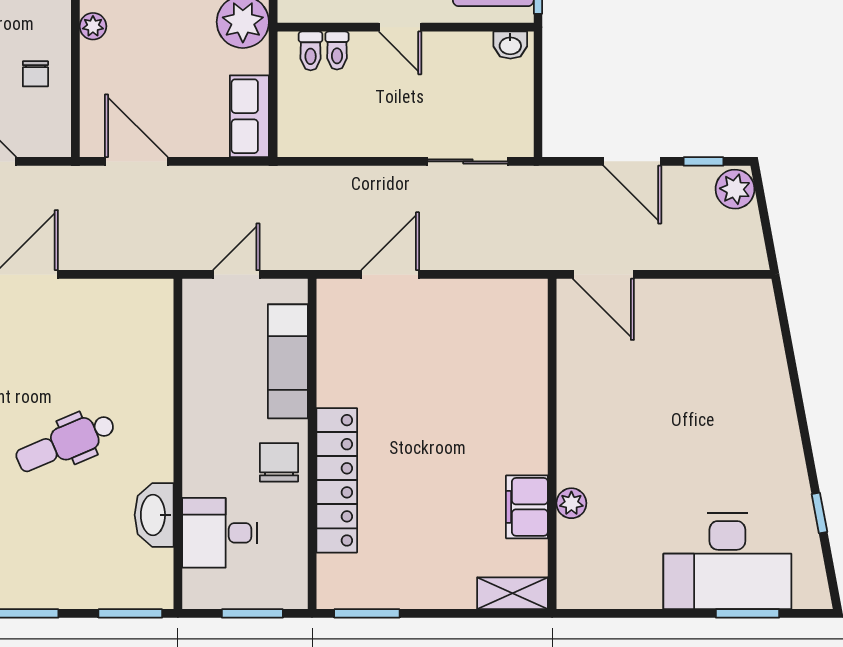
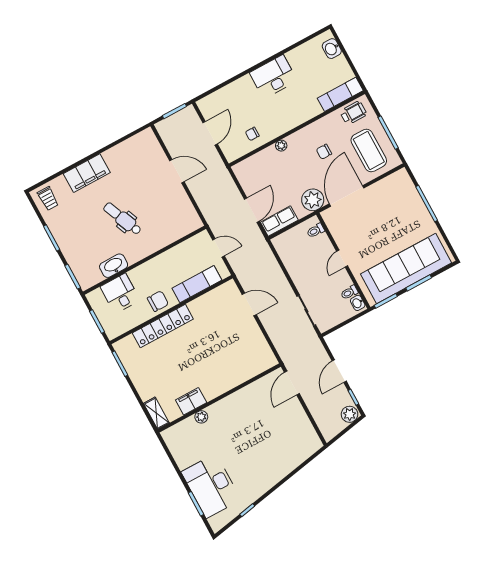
toilet: (337, 51) -> (349, 292), moved
door: (136, 161) -> (252, 210), moved

